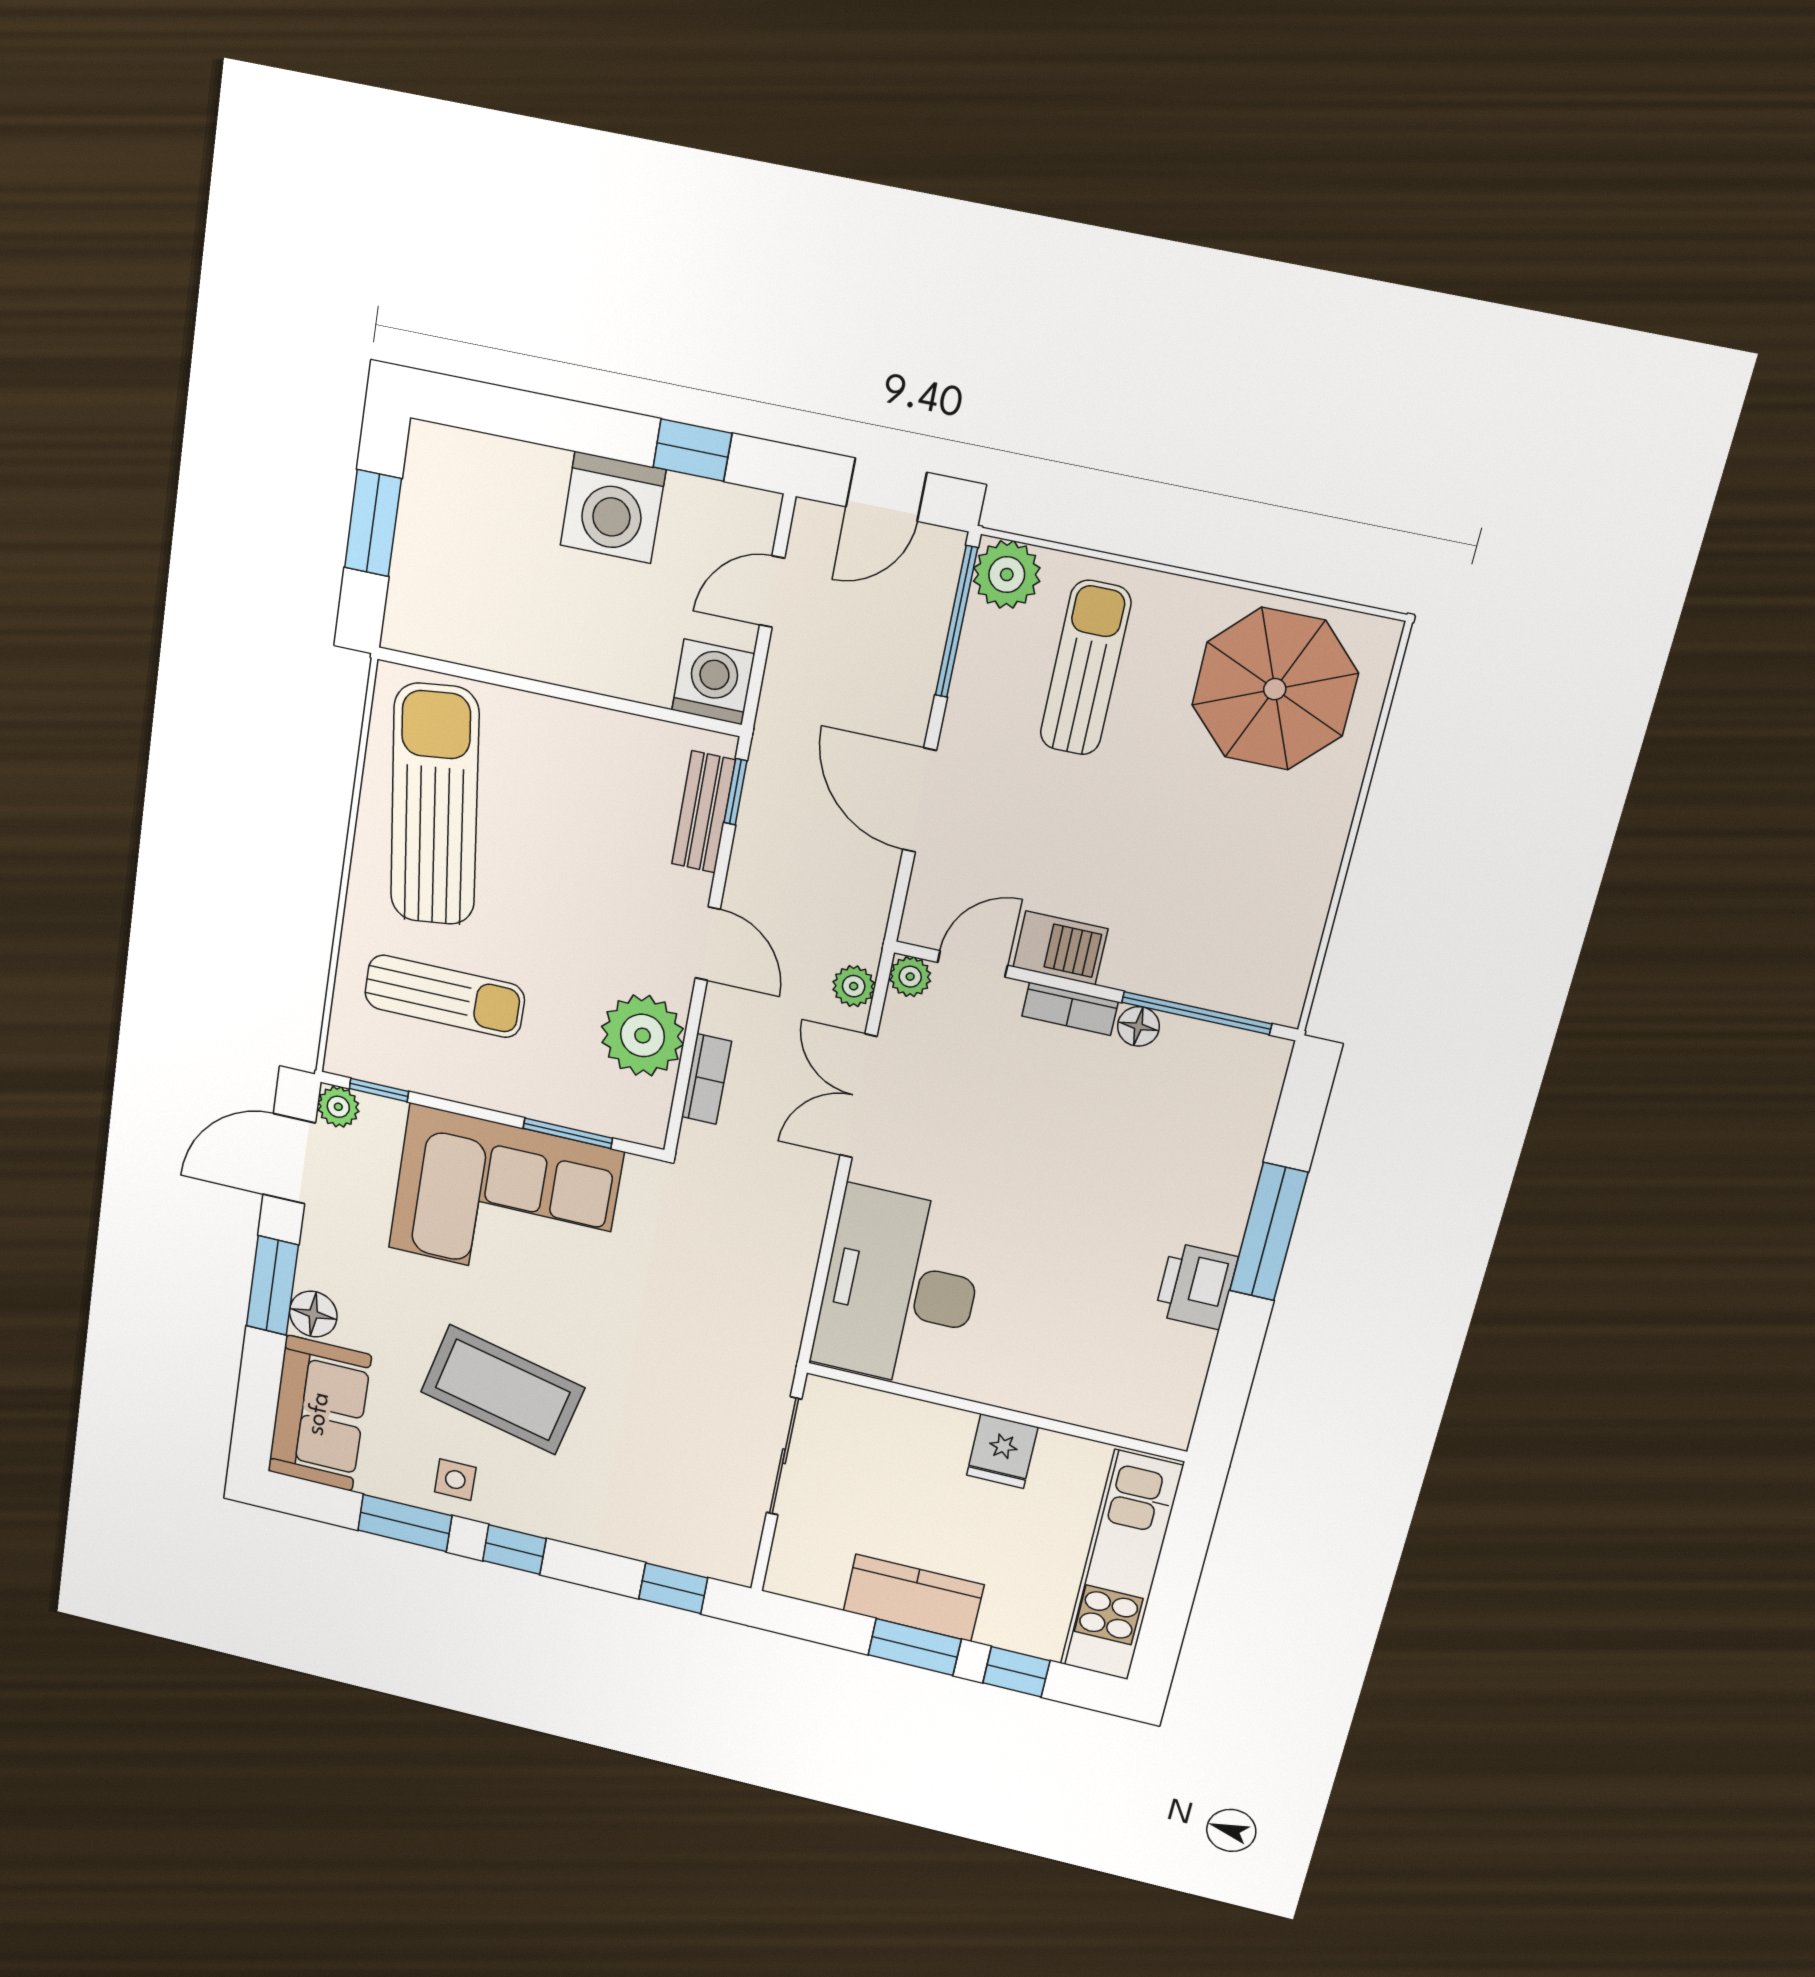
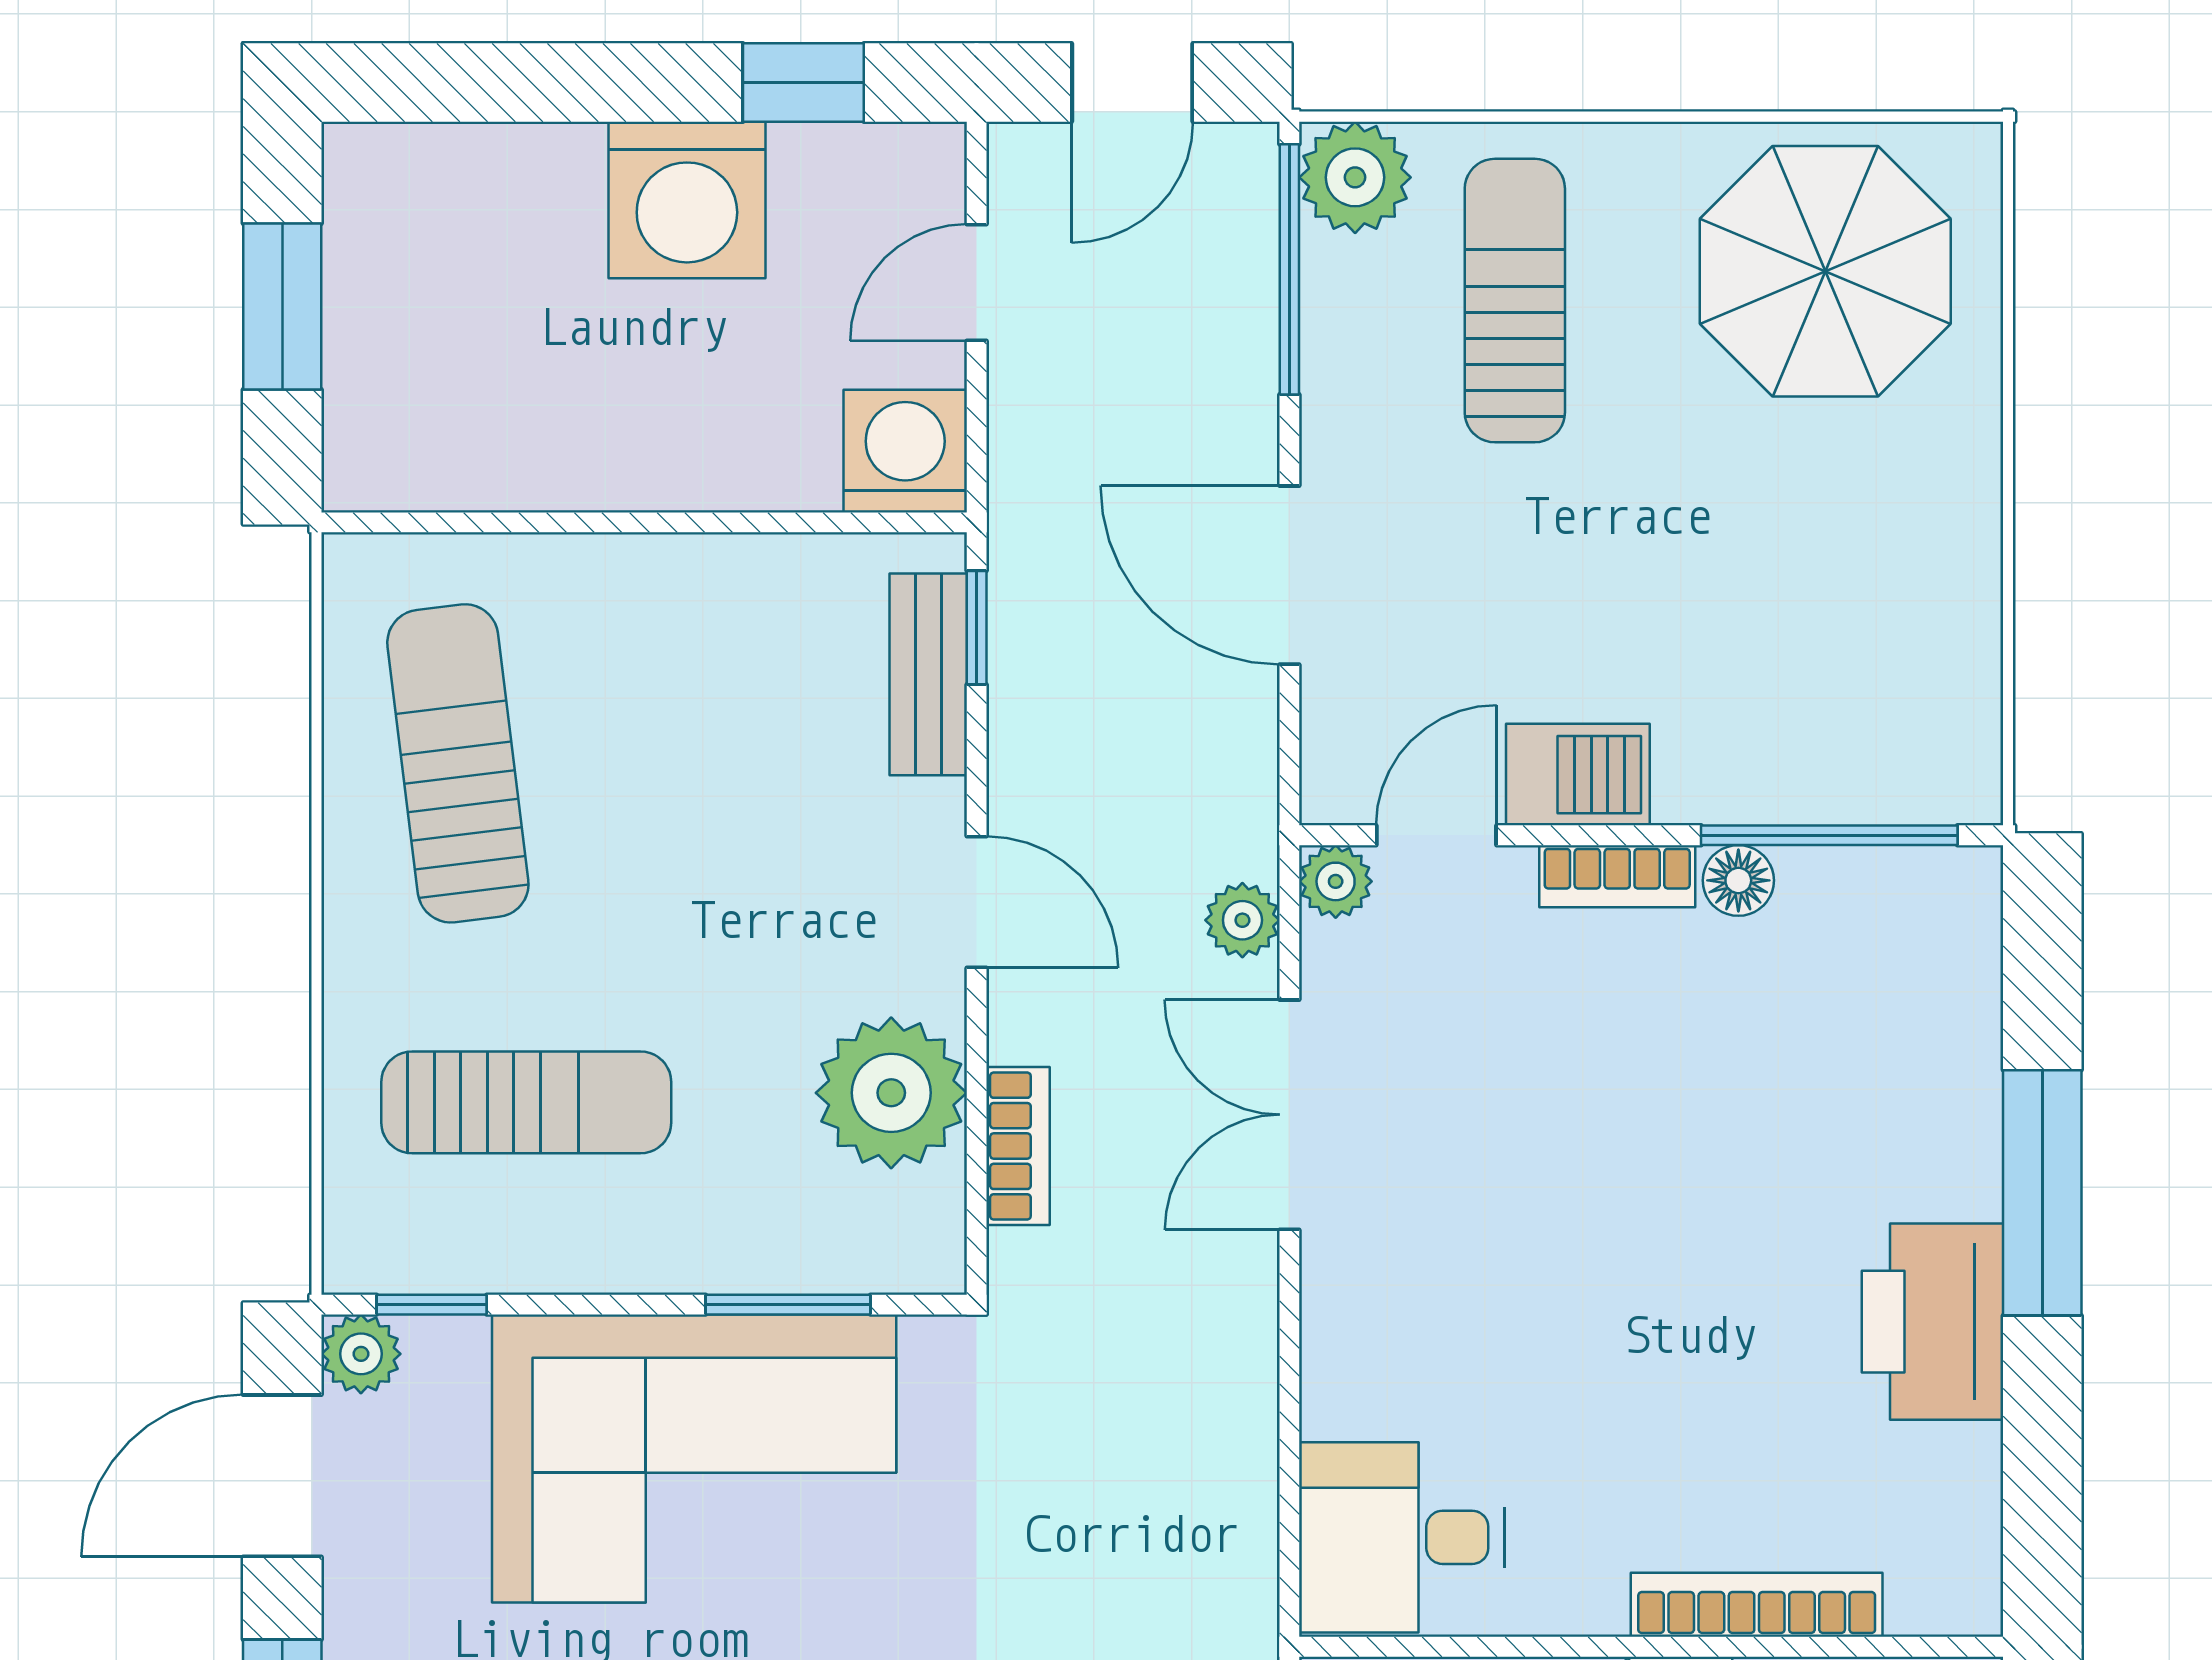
sun lounger: (434, 805) -> (458, 763), width x0.73, depth x0.75
printer: (1196, 1286) -> (1933, 1322), width x1.37, depth x1.19
desk: (899, 1289) -> (1402, 1537), width x0.53, depth x0.77
bookcase: (1058, 1405) -> (1757, 1605), added

